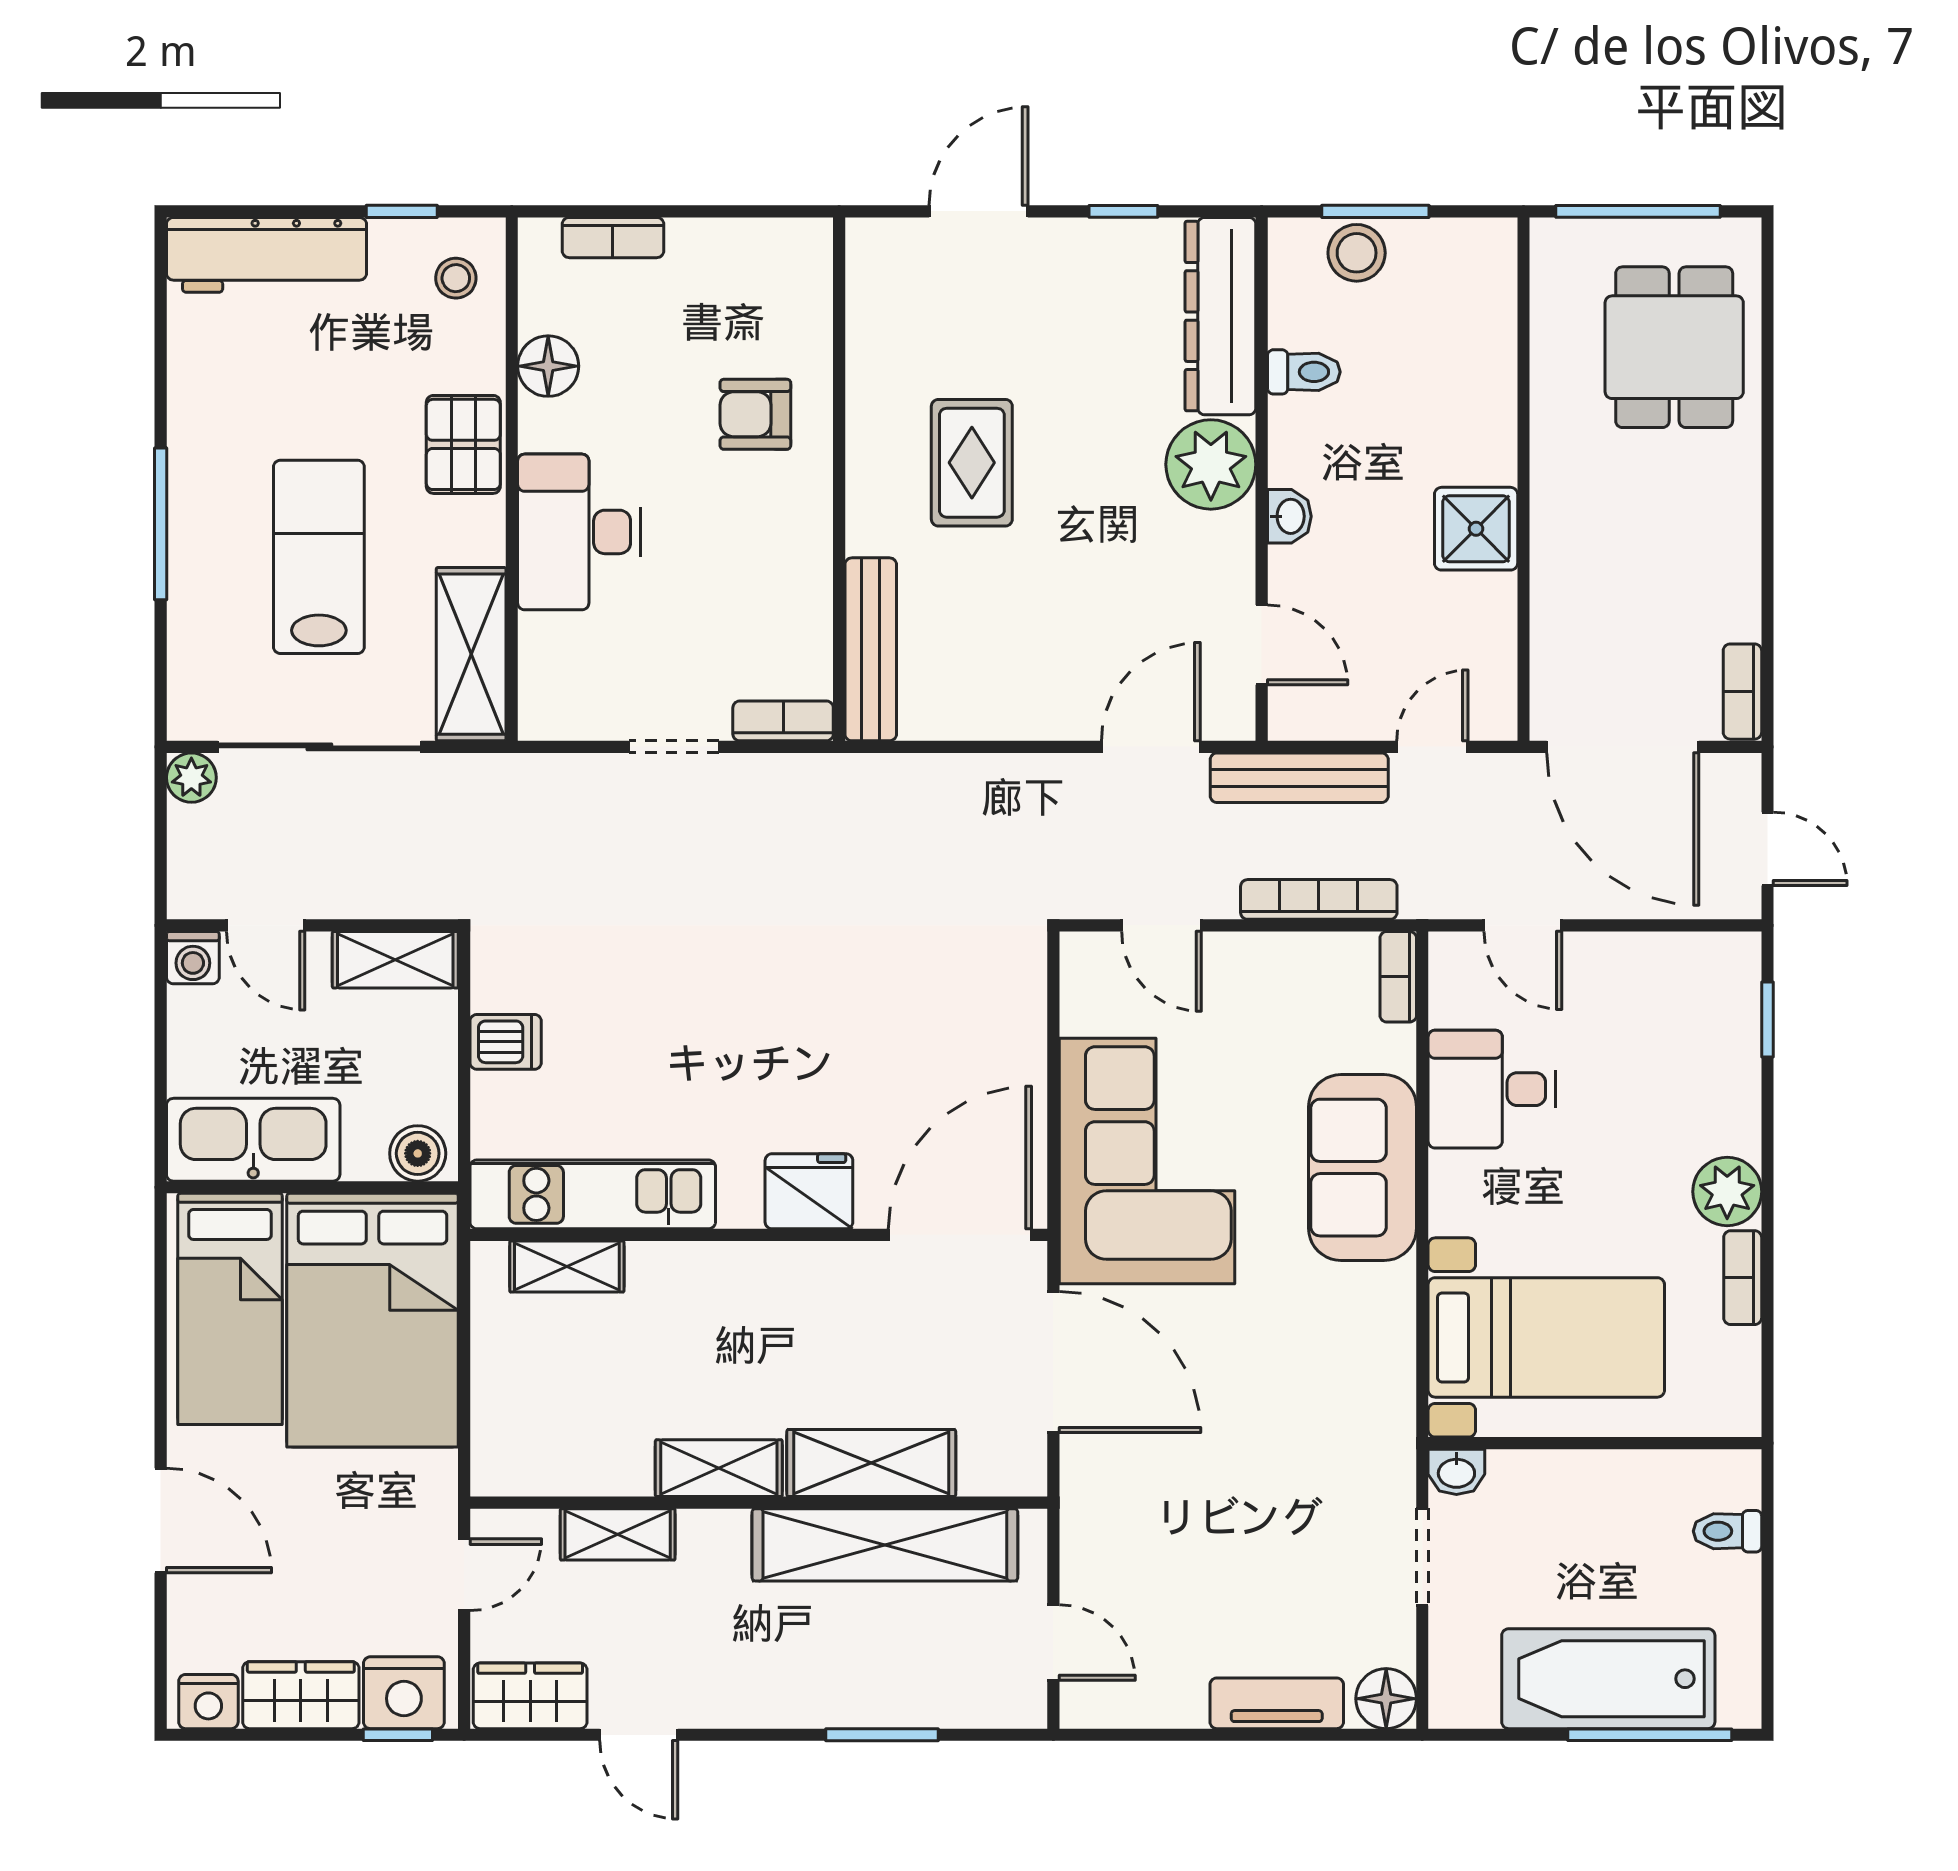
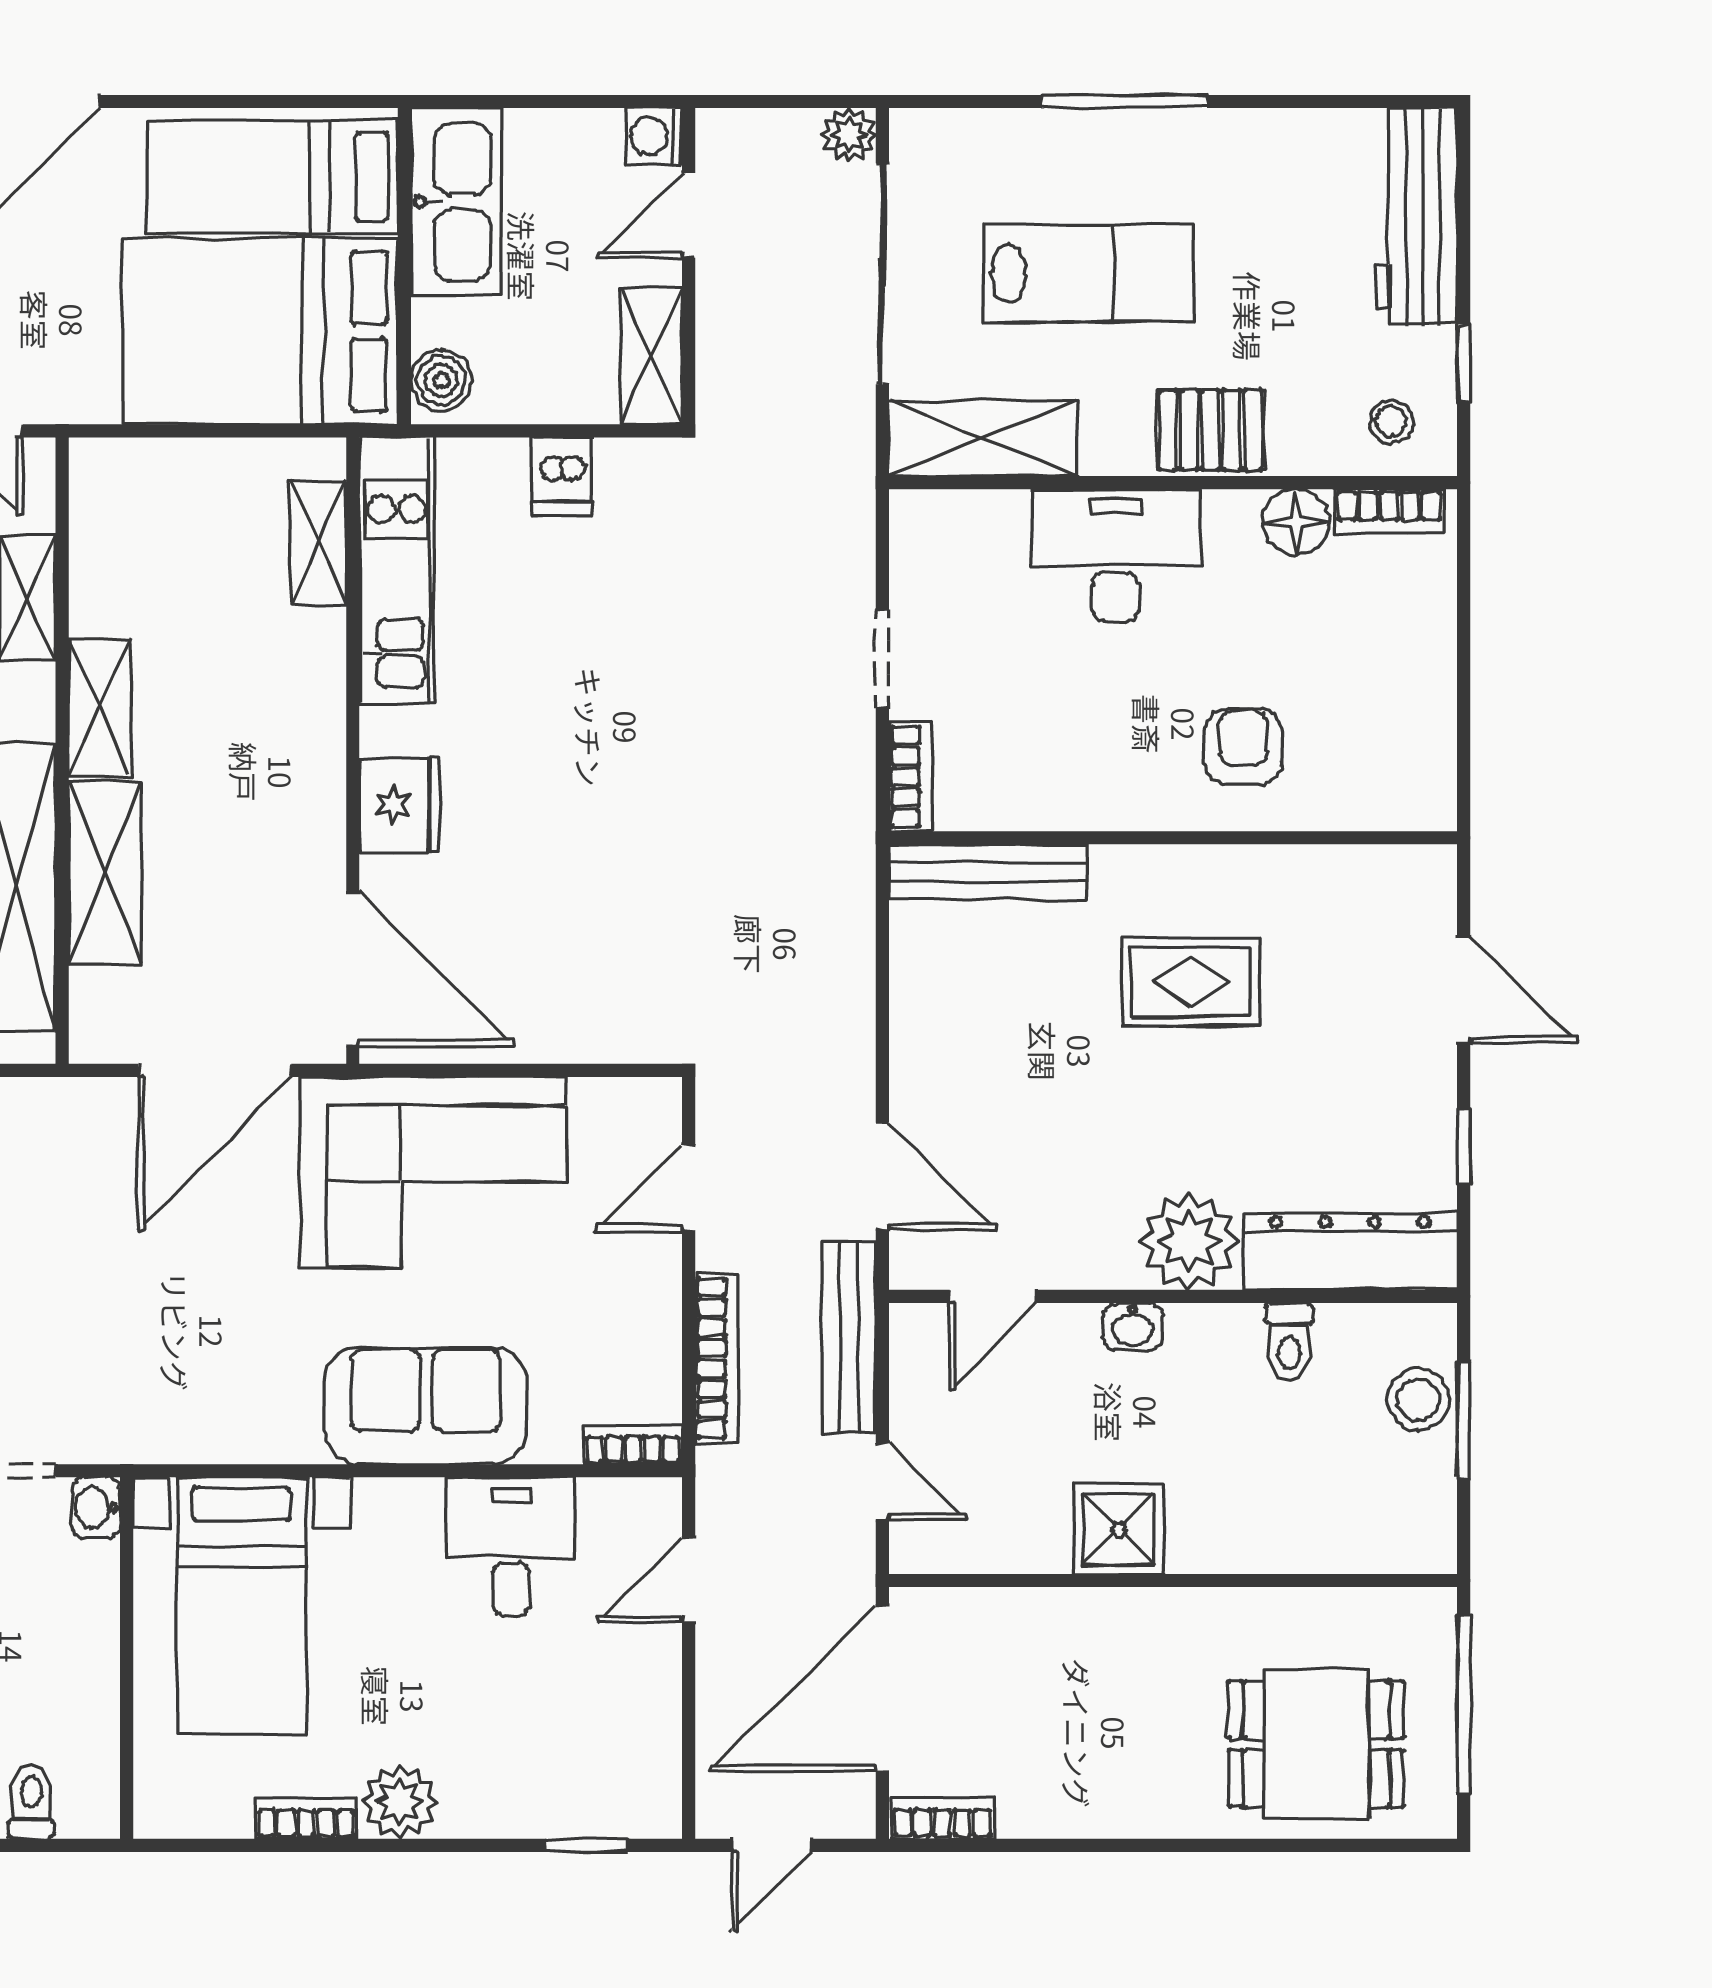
bookcase: (613, 238) -> (1389, 511), moved, turned -90

